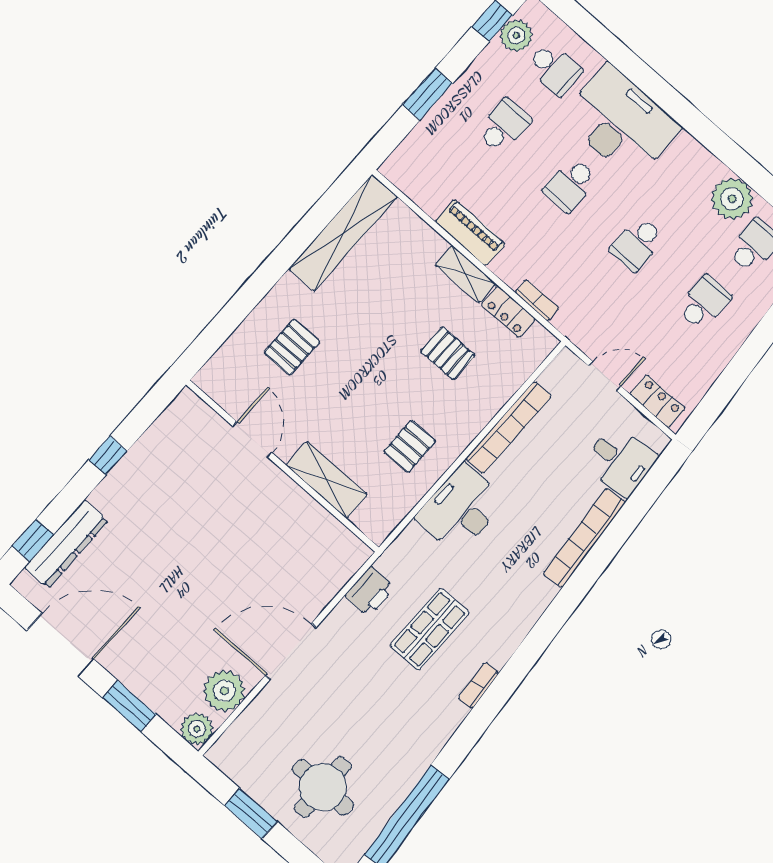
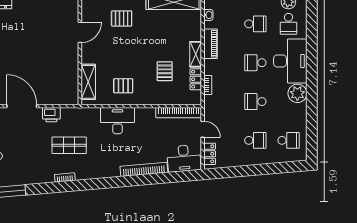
washbasin: (417, 193) -> (208, 15), added
plant: (732, 199) -> (297, 93), moved
bookcase: (509, 427) -> (179, 113), moved
desk: (620, 461) -> (184, 158), width x1.37
shelving: (327, 480) -> (88, 82), moved
printer: (370, 592) -> (51, 115), moved

